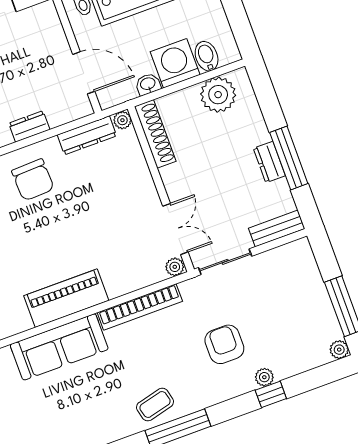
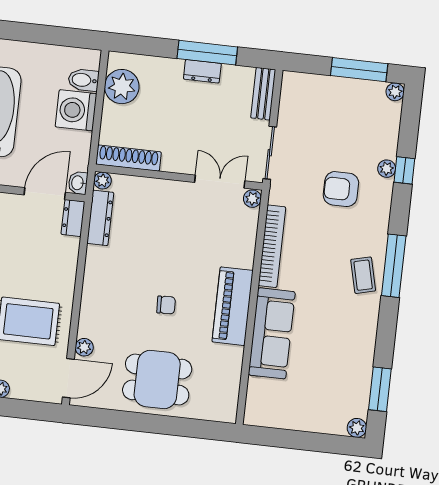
washbasin: (148, 84) -> (78, 183), moved
dresser: (29, 126) -> (73, 218), moved
chair: (33, 180) -> (166, 305), moved, width x0.54, depth x0.54

